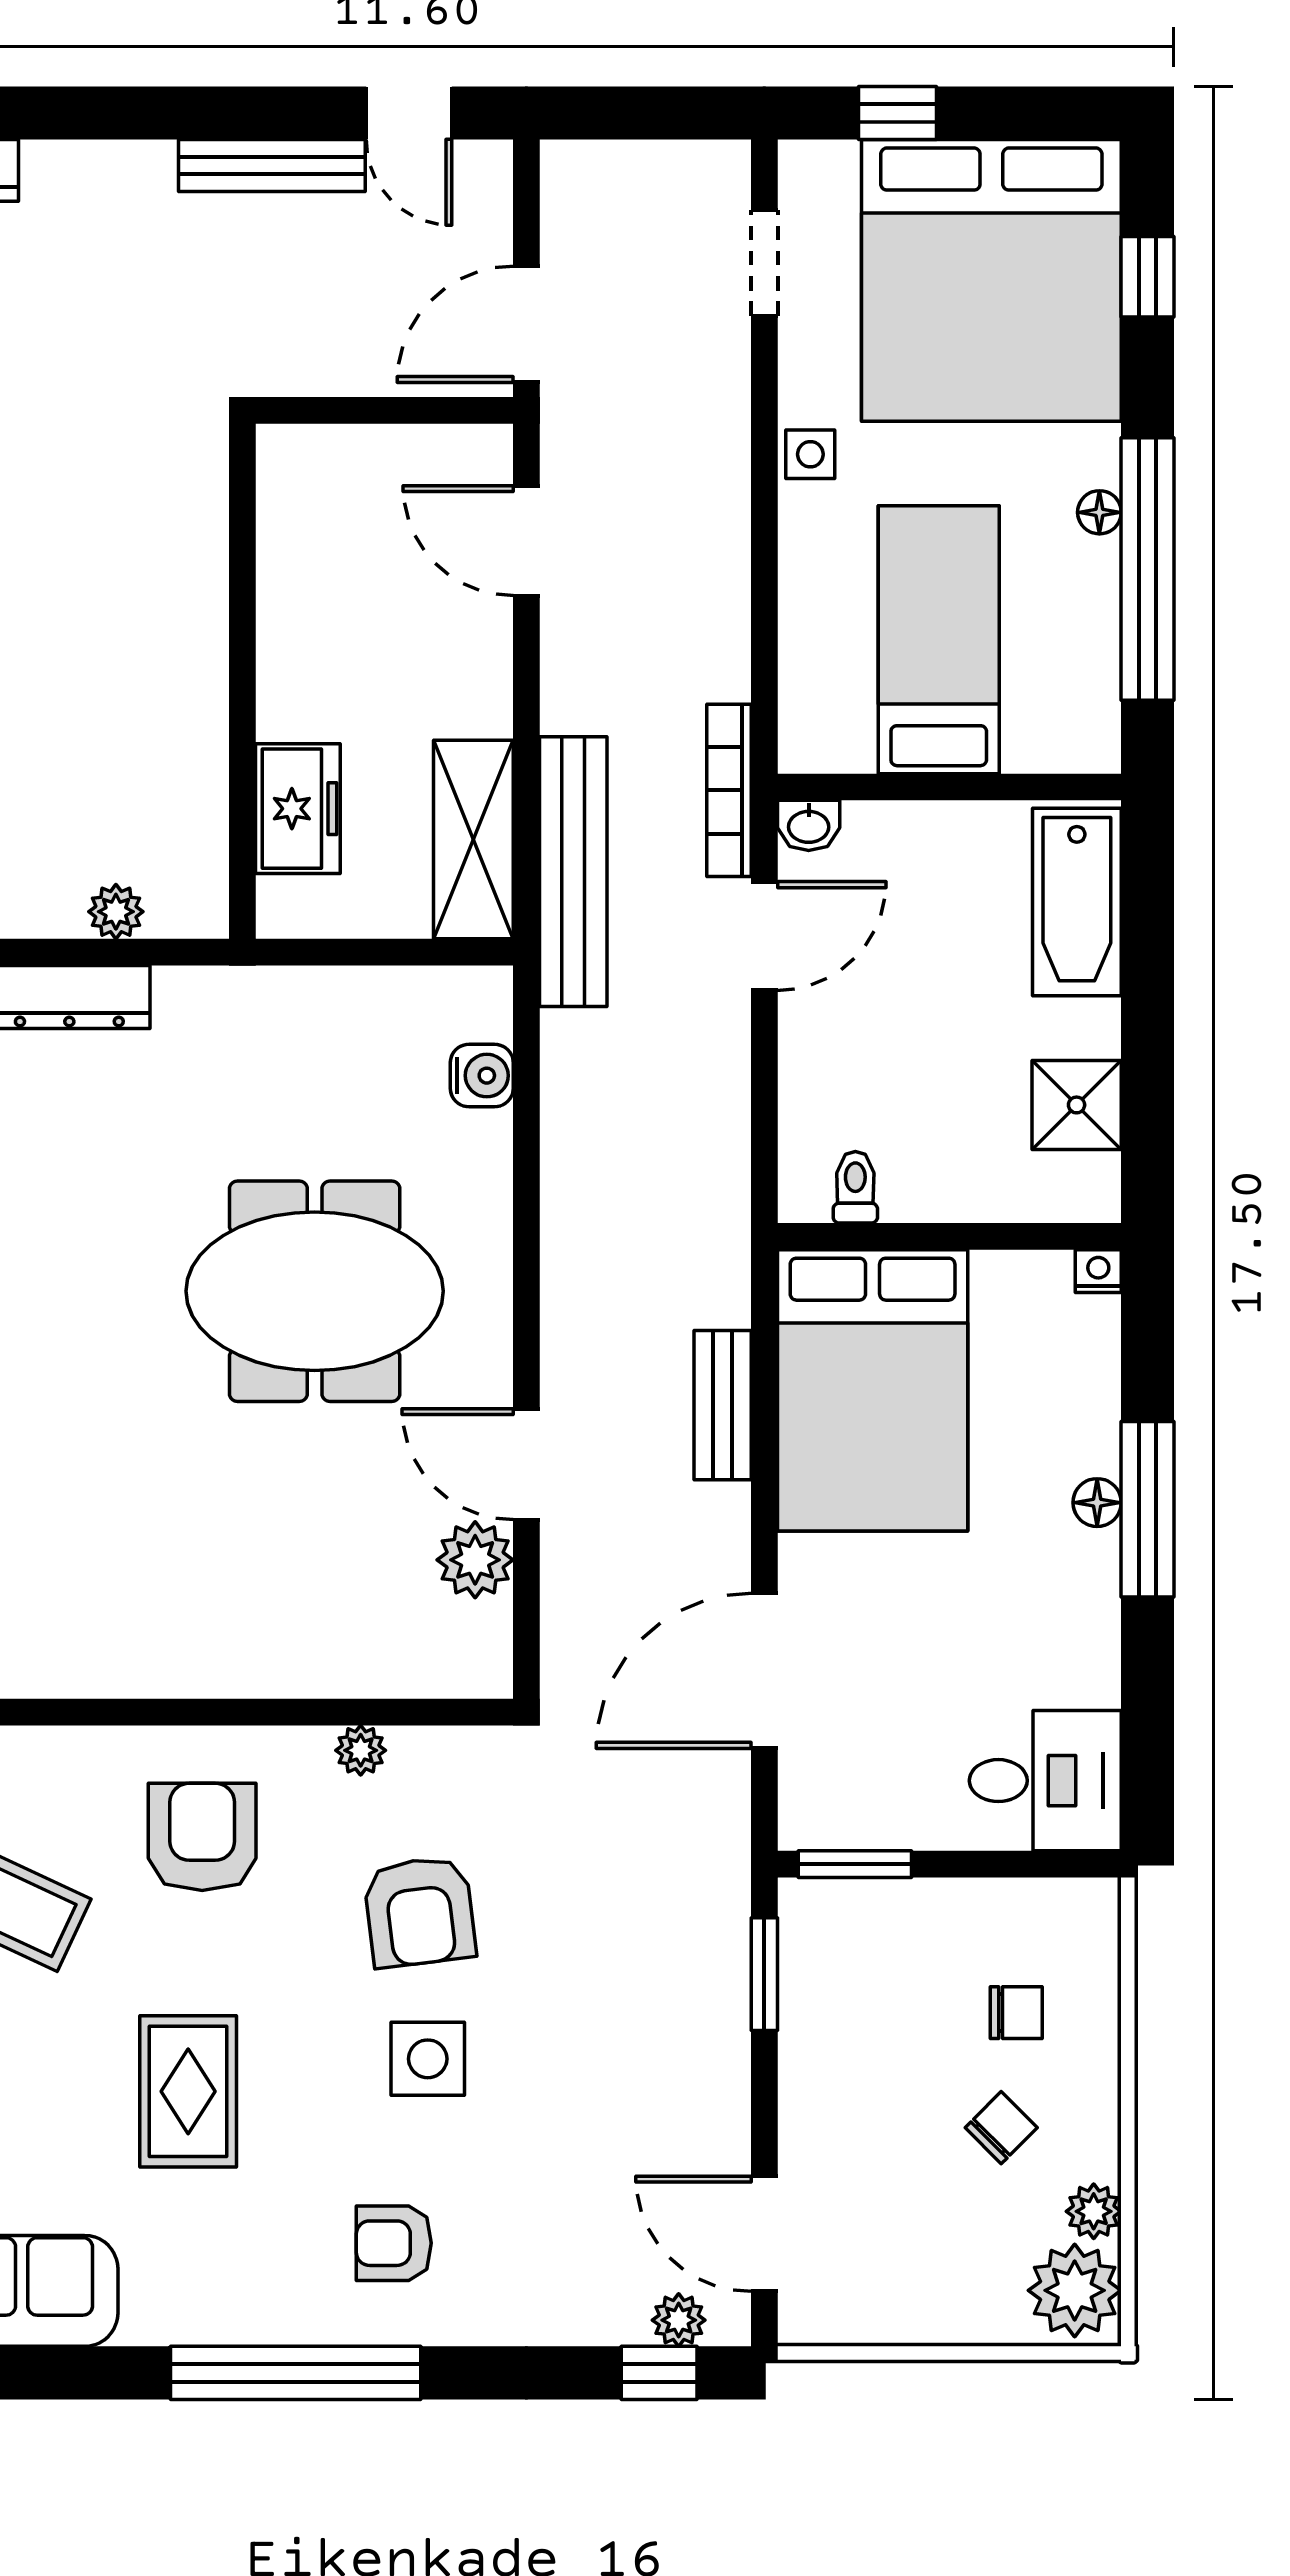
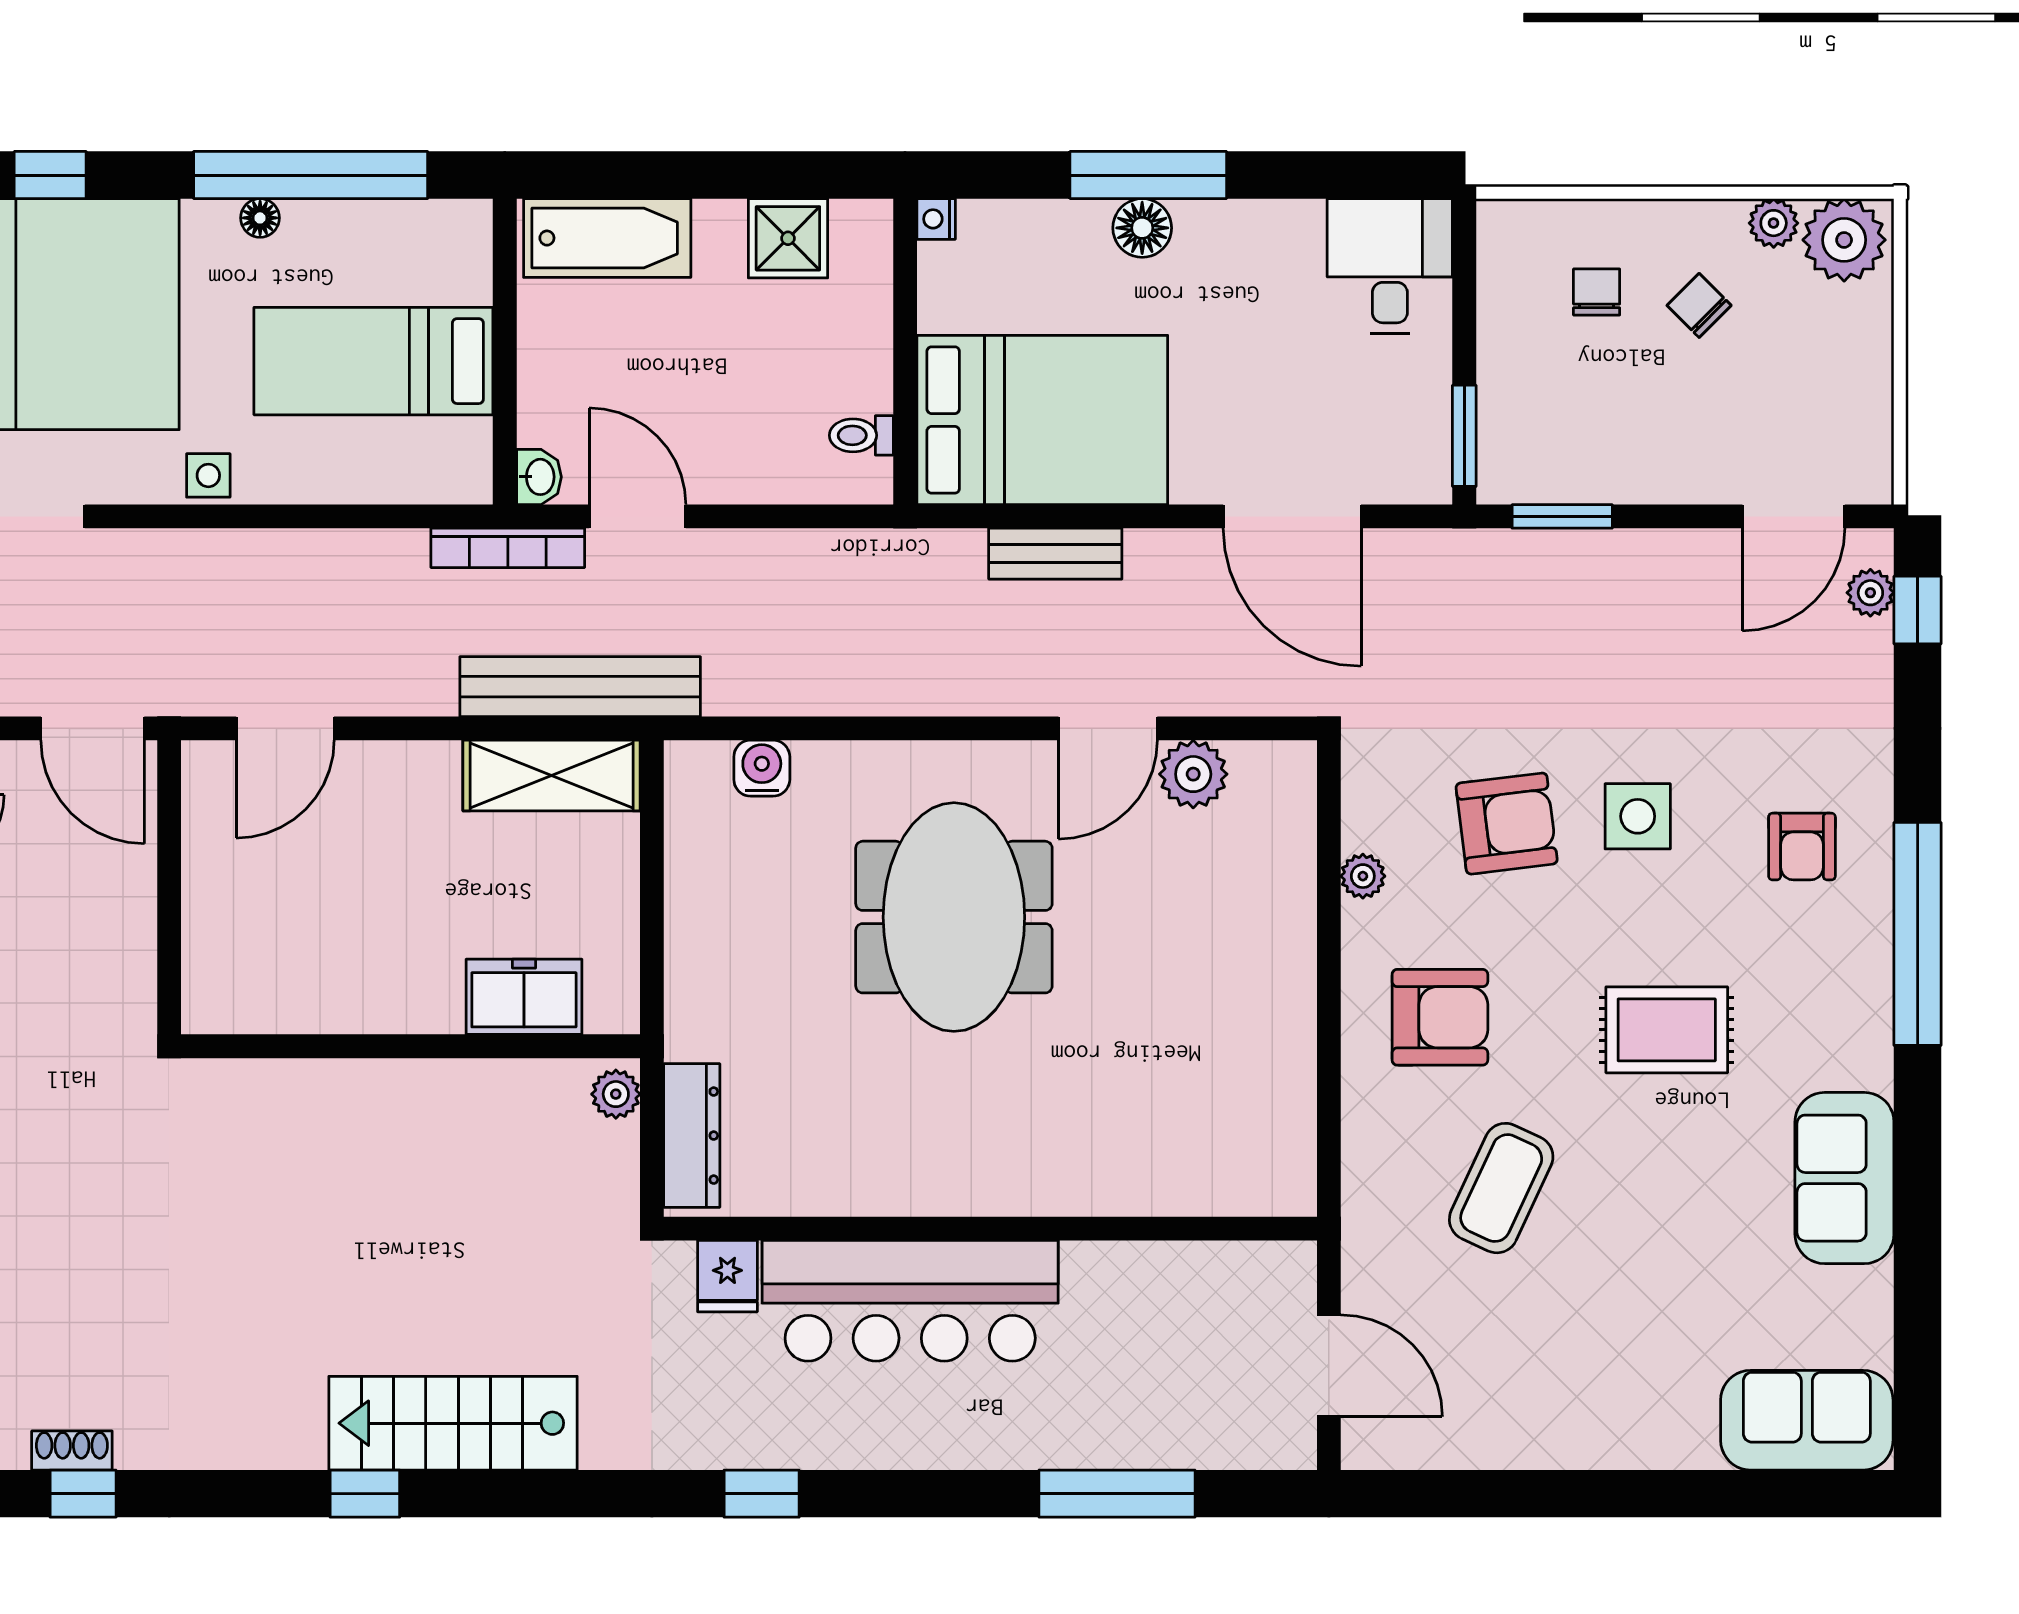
wall: (242, 681) -> (411, 1046), moved
freezer: (298, 809) -> (524, 997), moved
floor lamp: (1097, 1503) -> (1142, 228), width x1.37, depth x1.37
armchair: (202, 1837) -> (1440, 1017), turned 180

